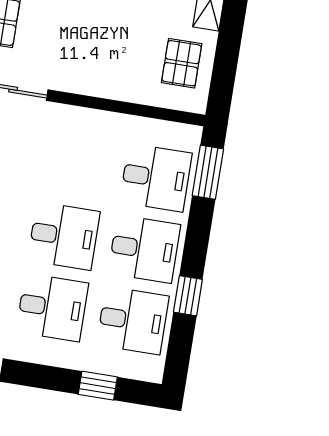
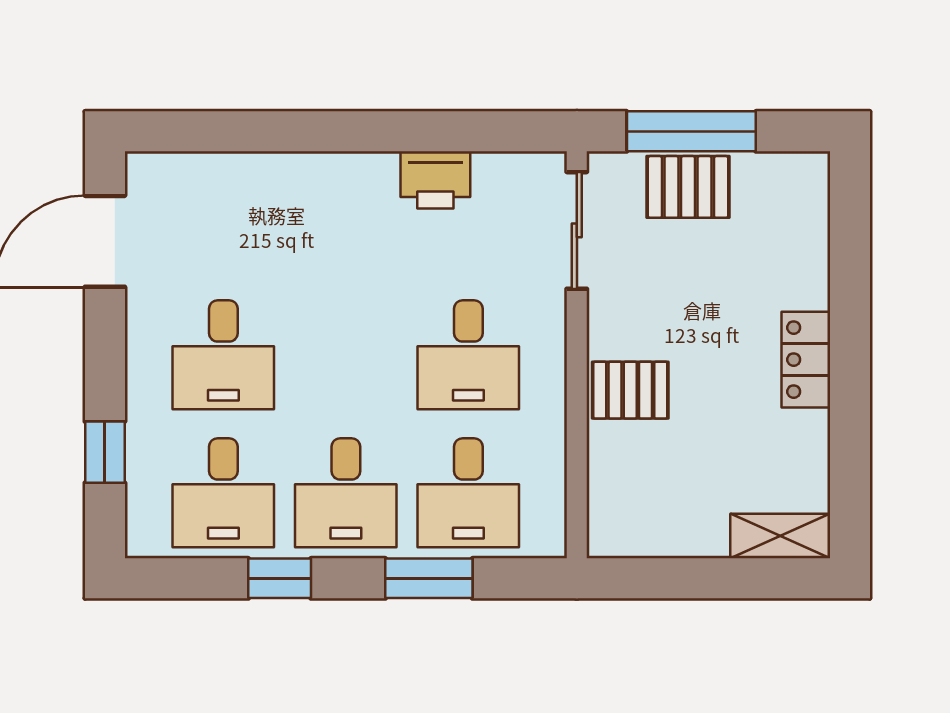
pallet: (182, 63) -> (630, 390), moved
window: (208, 172) -> (429, 578), moved
desk: (64, 236) -> (468, 355), moved

